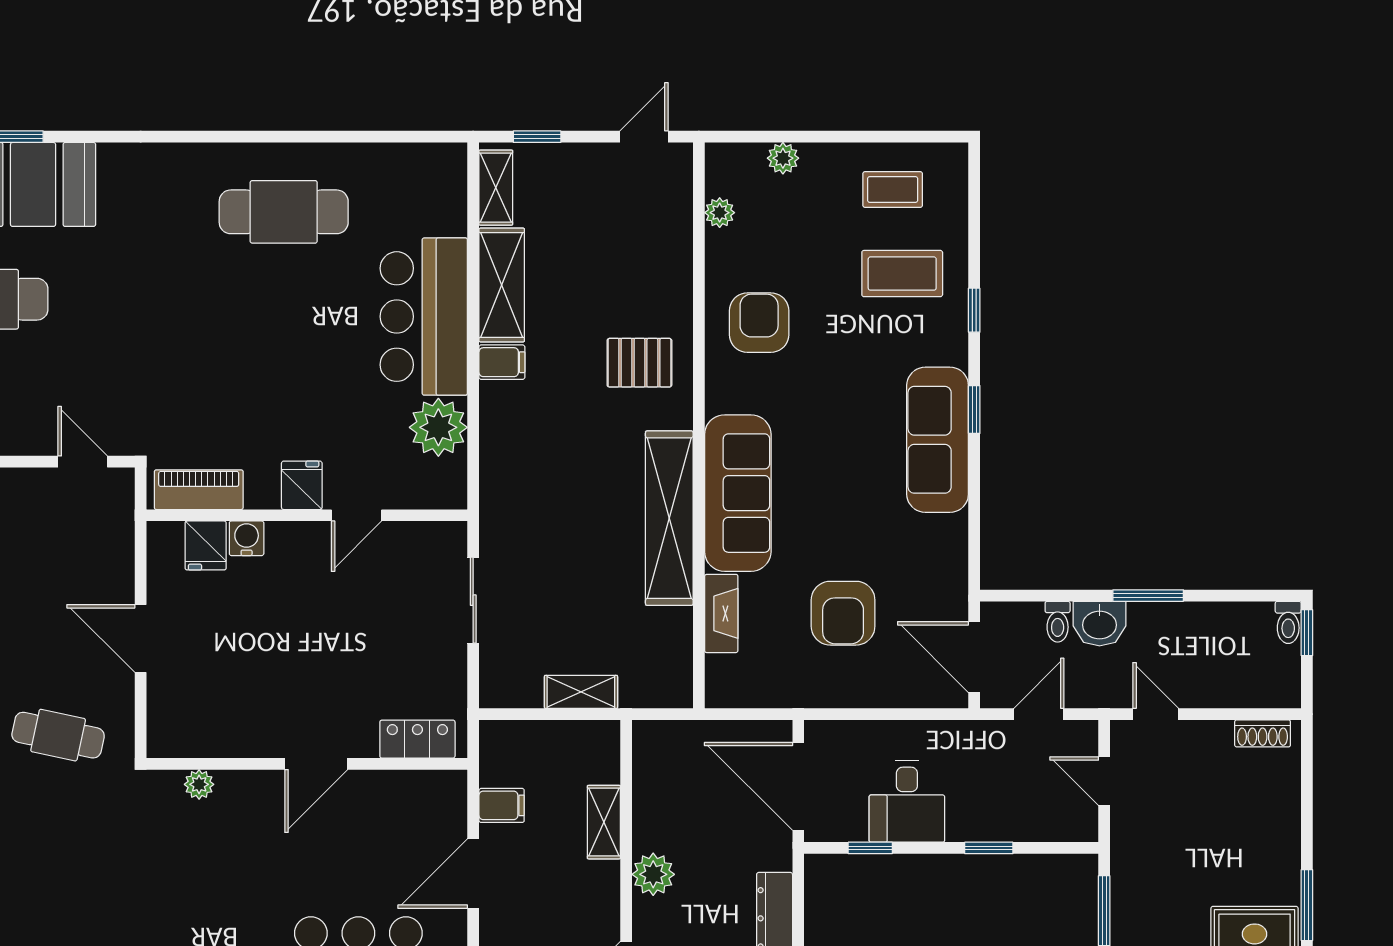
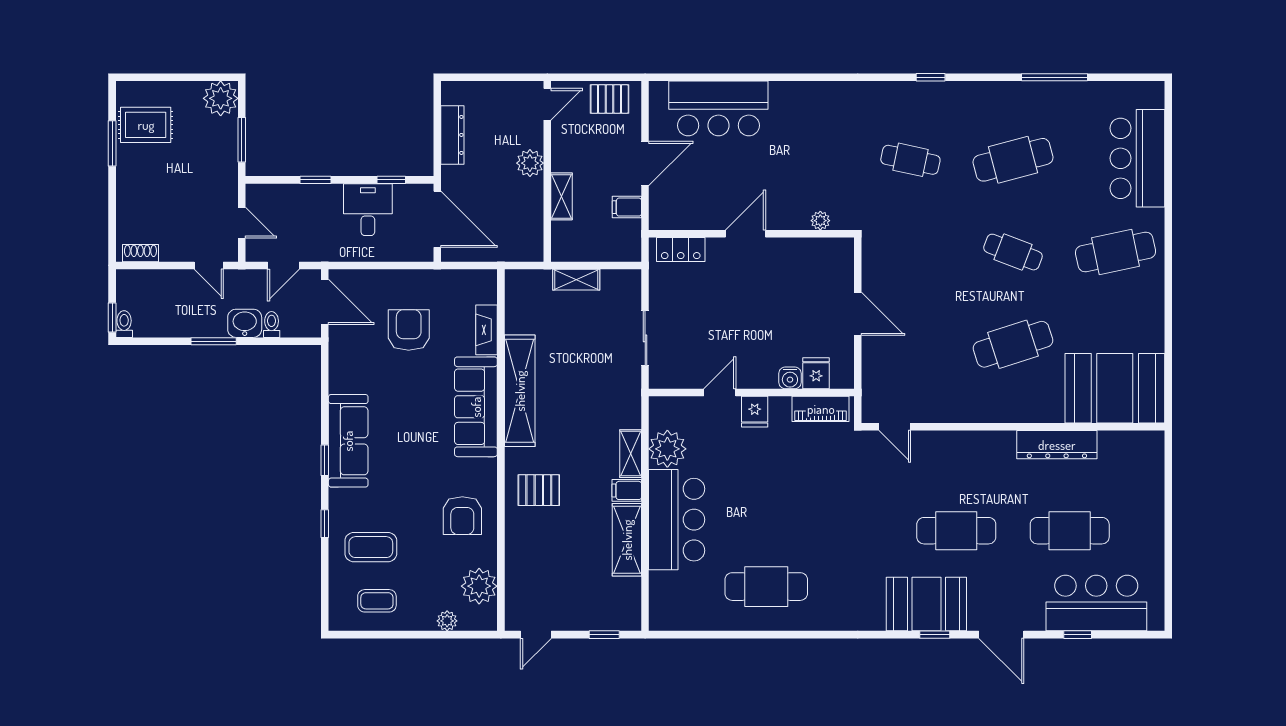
shelving: (496, 188) -> (631, 454), moved
plant: (720, 213) -> (479, 586), width x1.87, depth x1.87
cafe table: (58, 735) -> (910, 160), moved

